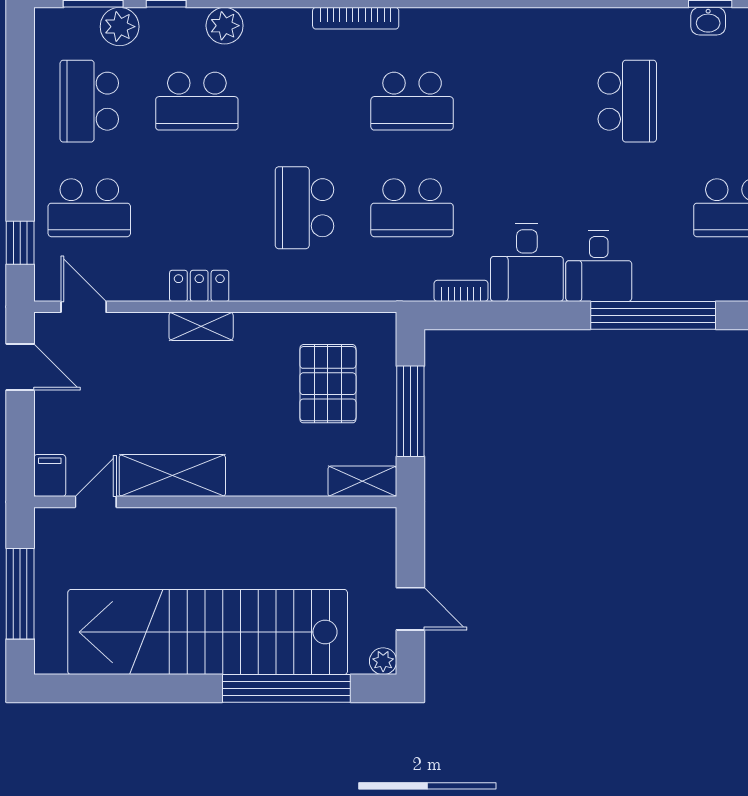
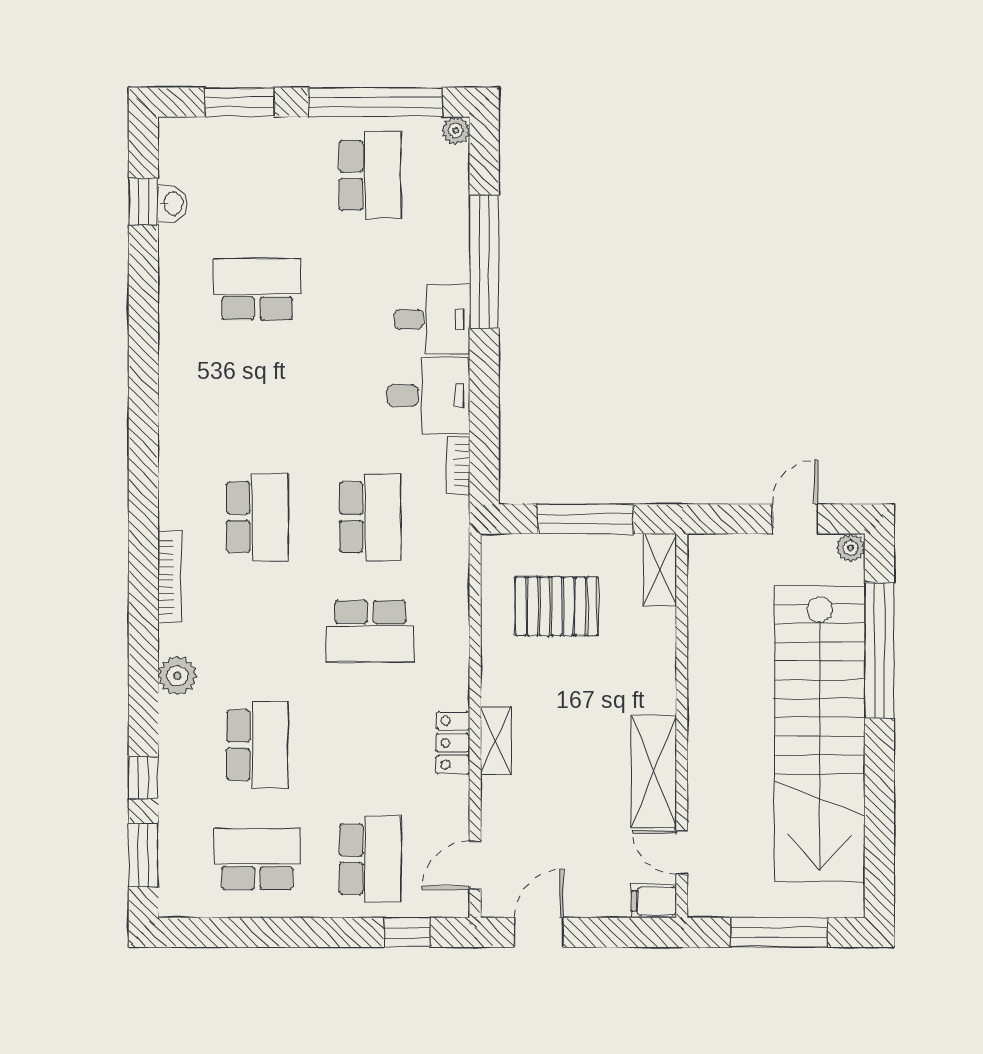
plant: (225, 26) -> (177, 676), moved
plant: (120, 27) -> (178, 827), removed
school desk: (89, 101) -> (257, 859), turned 180

